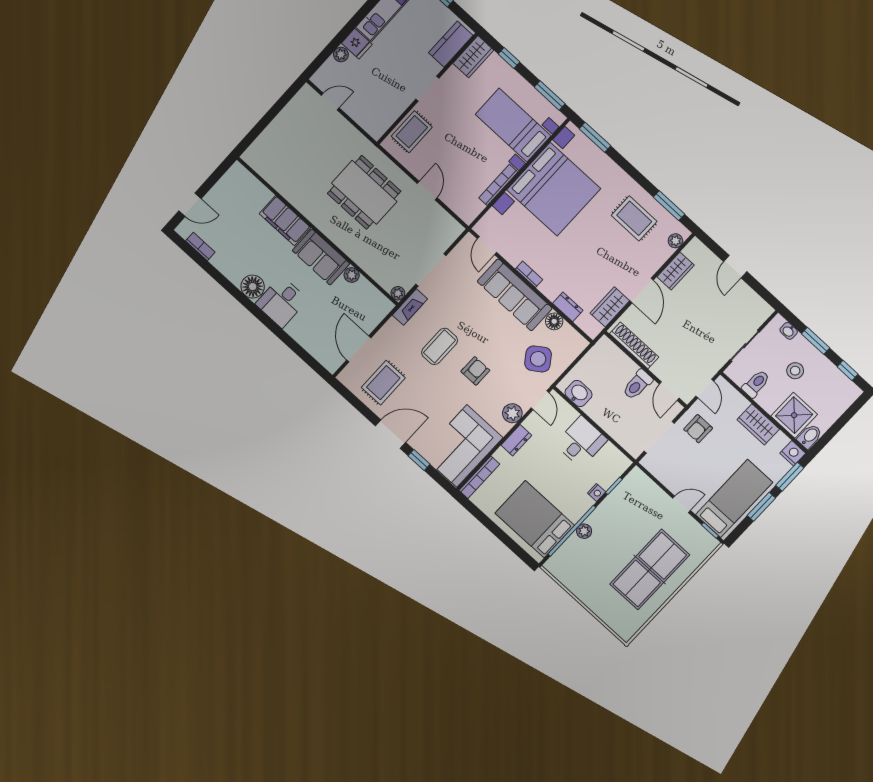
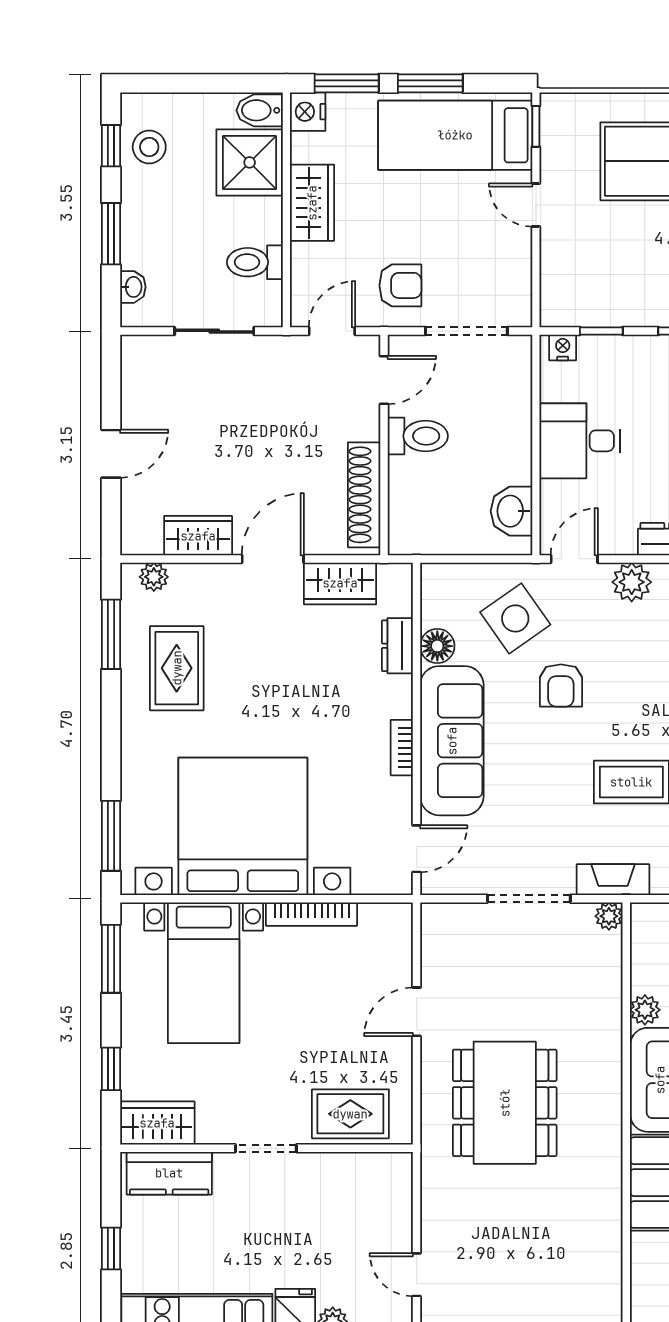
armchair: (475, 371) -> (561, 685), moved, turned -90
stool: (795, 371) -> (149, 147), moved
nightstand: (597, 492) -> (563, 348), moved

